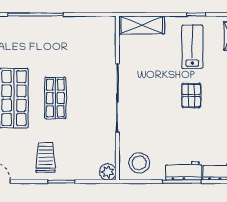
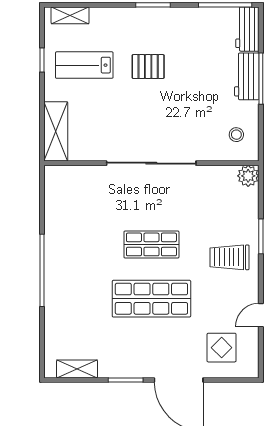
stool: (139, 163) -> (236, 135), width x0.53, depth x0.53

